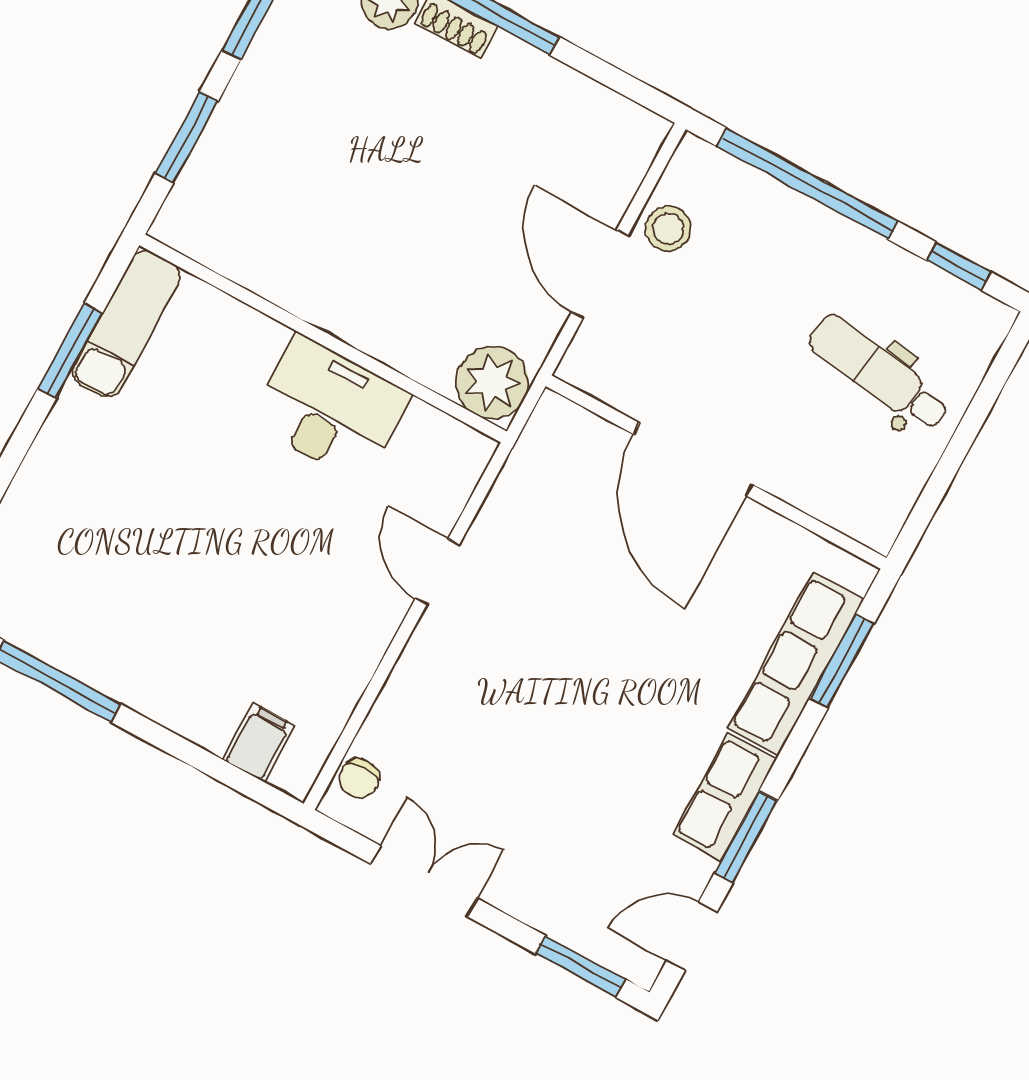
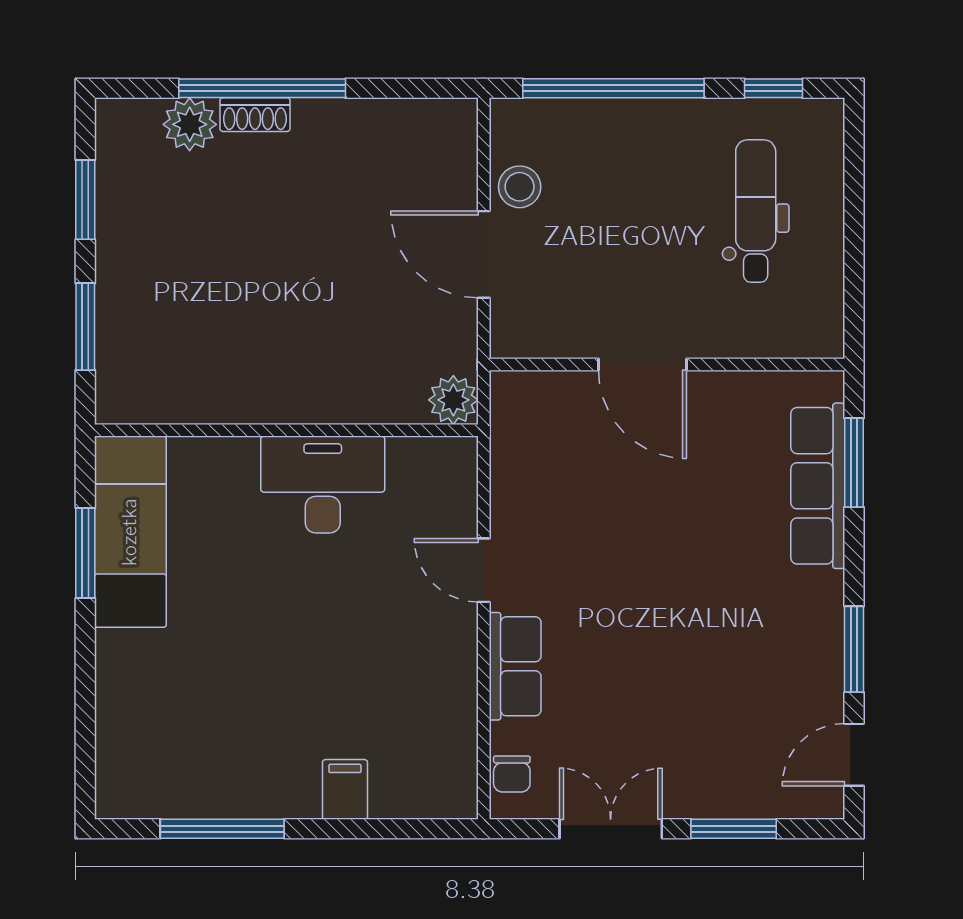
exam couch: (126, 324) -> (130, 532), width x1.36, depth x1.45
dental chair: (879, 373) -> (756, 211), turned 82
plant: (492, 383) -> (453, 400), width x0.73, depth x0.73
door: (693, 459) -> (642, 365), width x0.73
filing cabinet: (259, 743) -> (345, 789), moved
row of seats: (725, 797) -> (515, 666), moved, turned 180
window: (581, 966) -> (734, 829), moved

